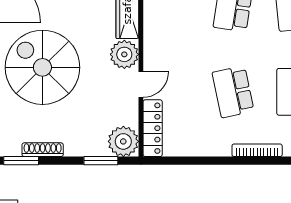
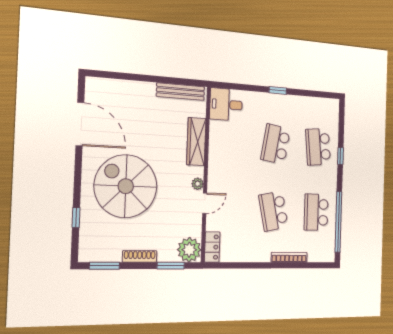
plant: (124, 54) -> (198, 184), width x0.53, depth x0.53
locker: (153, 128) -> (212, 247), width x0.66
shoe rack: (43, 150) -> (140, 256), moved

